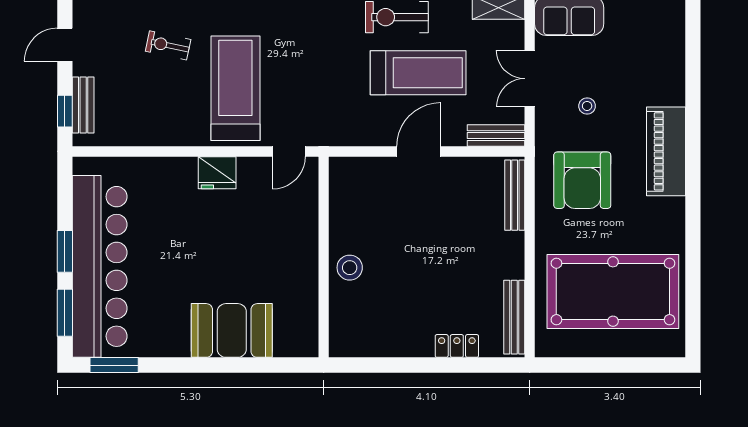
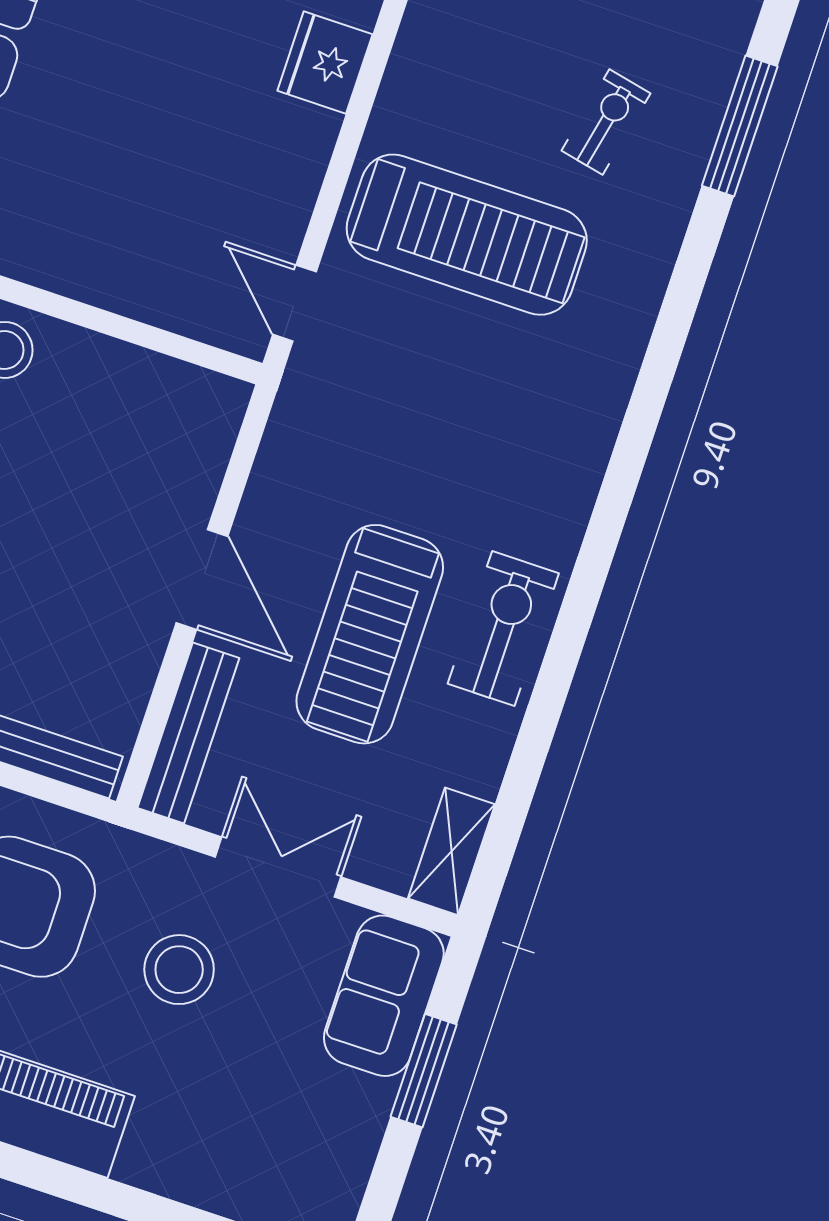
stool: (587, 106) -> (179, 970), width x1.89, depth x1.89
bench: (496, 136) -> (188, 733), width x1.36
fridge: (217, 173) -> (325, 62), moved

